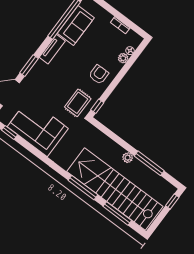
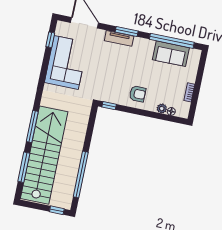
tv unit: (52, 49) -> (119, 38), moved
window: (29, 66) -> (127, 31), moved
rug: (78, 103) -> (104, 87), removed
plant: (128, 158) -> (77, 153), removed
window: (149, 163) -> (81, 175), width x1.46

